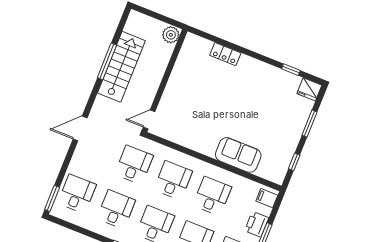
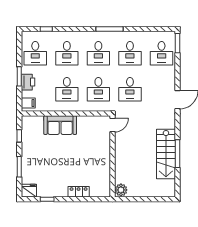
plant: (171, 35) -> (121, 190), moved
locker: (225, 54) -> (79, 192), moved
wall: (165, 81) -> (112, 156), moved
door: (149, 119) -> (112, 125), moved

